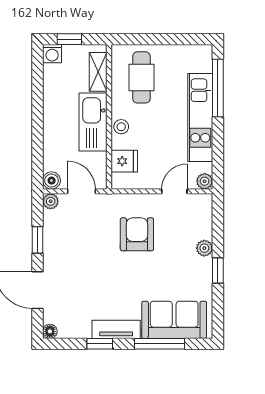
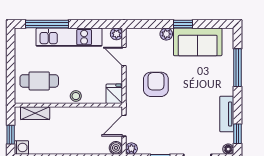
kitchen sink: (93, 122) -> (72, 117), removed
fridge: (124, 161) -> (114, 94), moved
armchair: (137, 234) -> (156, 84), turned 90
sofa: (174, 320) -> (198, 42), moved, turned -90
tv unit: (116, 329) -> (227, 114), moved
window: (100, 344) -> (237, 134), moved

